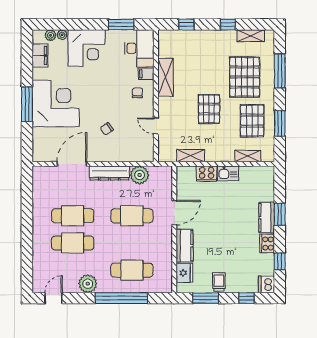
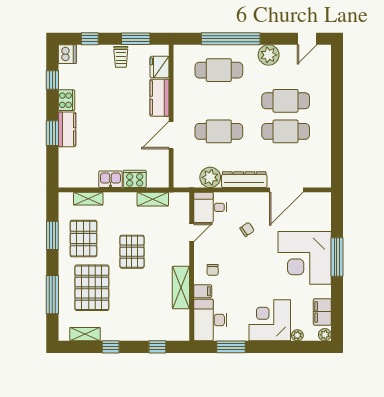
plant: (50, 35) -> (325, 335), moved
door: (156, 126) -> (192, 233), hinge flipped
desk: (139, 148) -> (210, 207), added

